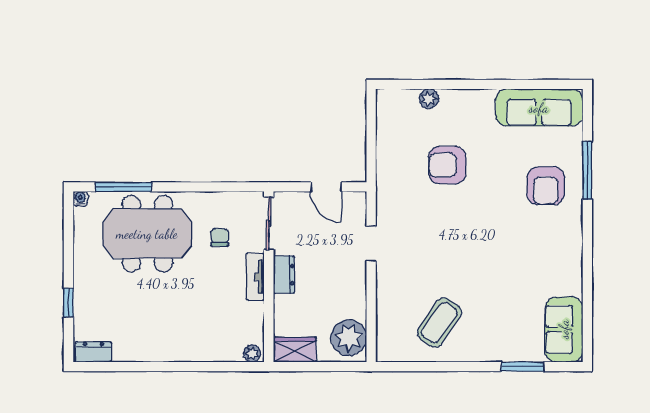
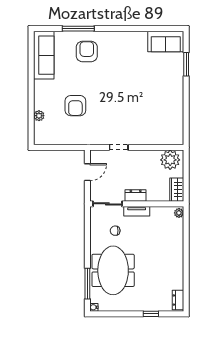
armchair: (546, 186) -> (87, 52), turned -90
coffee table: (439, 323) -> (162, 110), removed

